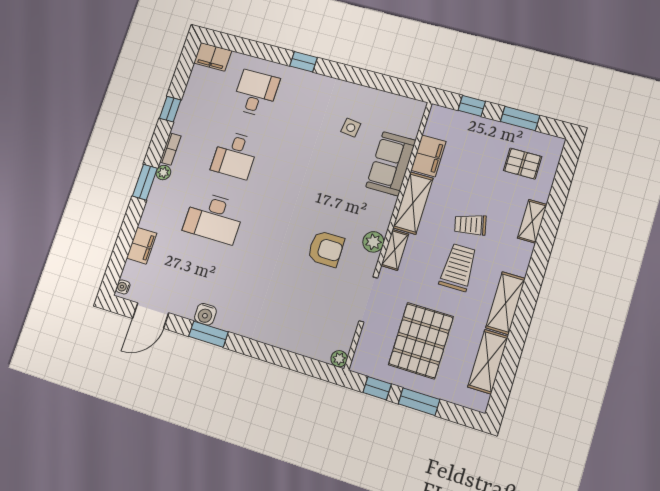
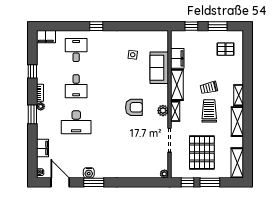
shelving: (532, 221) -> (239, 95), moved
armchair: (326, 249) -> (134, 107), moved
door: (151, 316) -> (60, 182), swing flipped
shelving: (488, 362) -> (237, 163), moved

